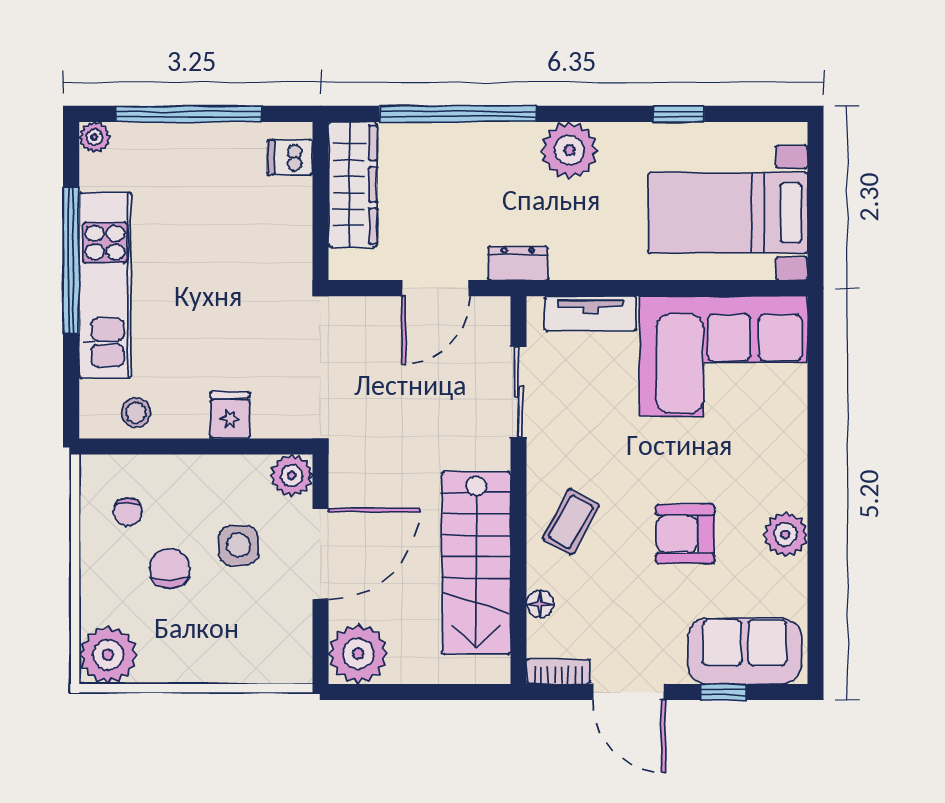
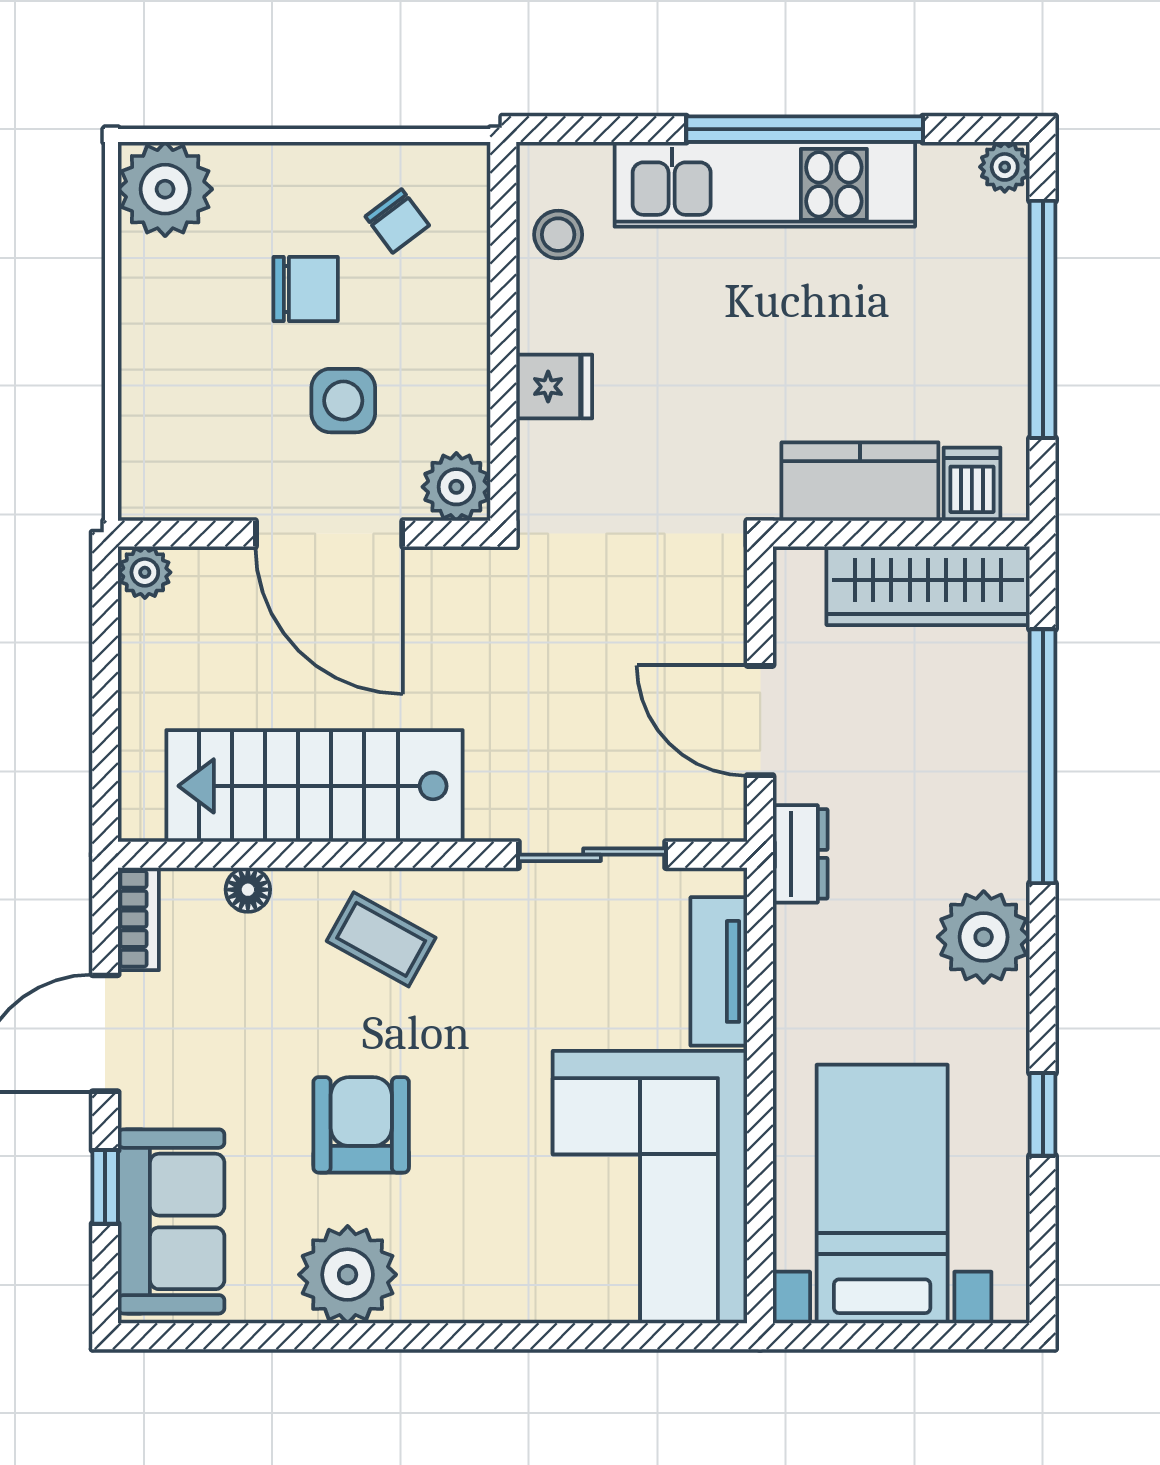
kitchen counter: (288, 226) -> (860, 482), added
chair: (128, 512) -> (397, 221), turned -127
plant: (786, 534) -> (348, 1275), width x1.36, depth x1.36
plant: (358, 654) -> (145, 572), width x0.53, depth x0.53

